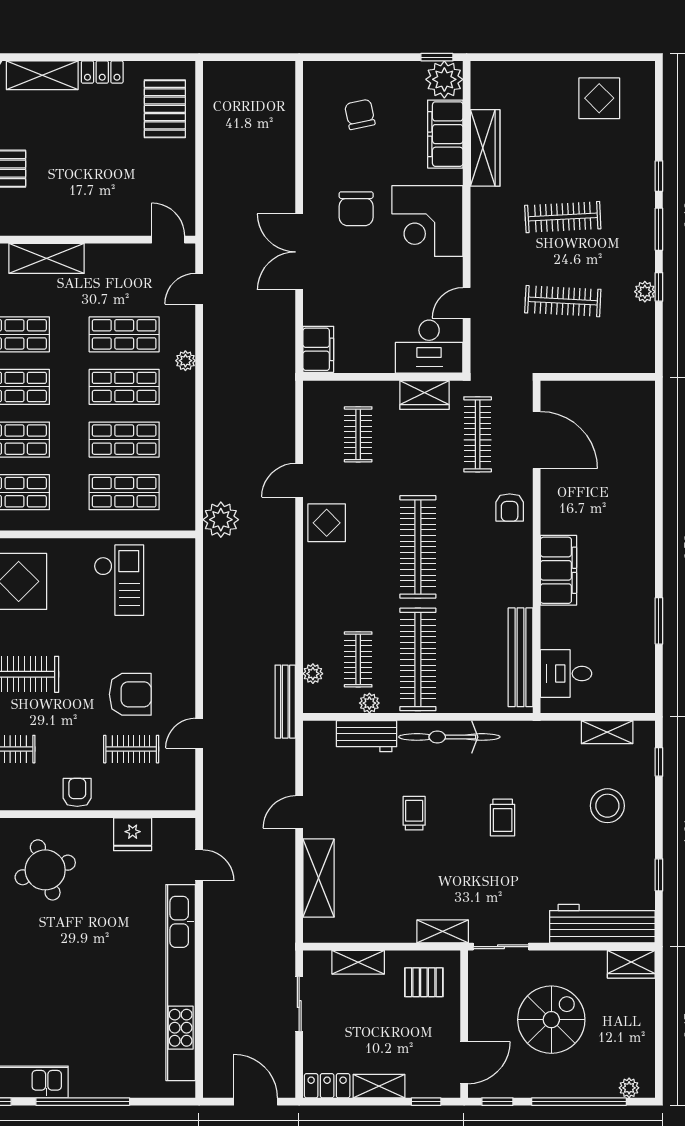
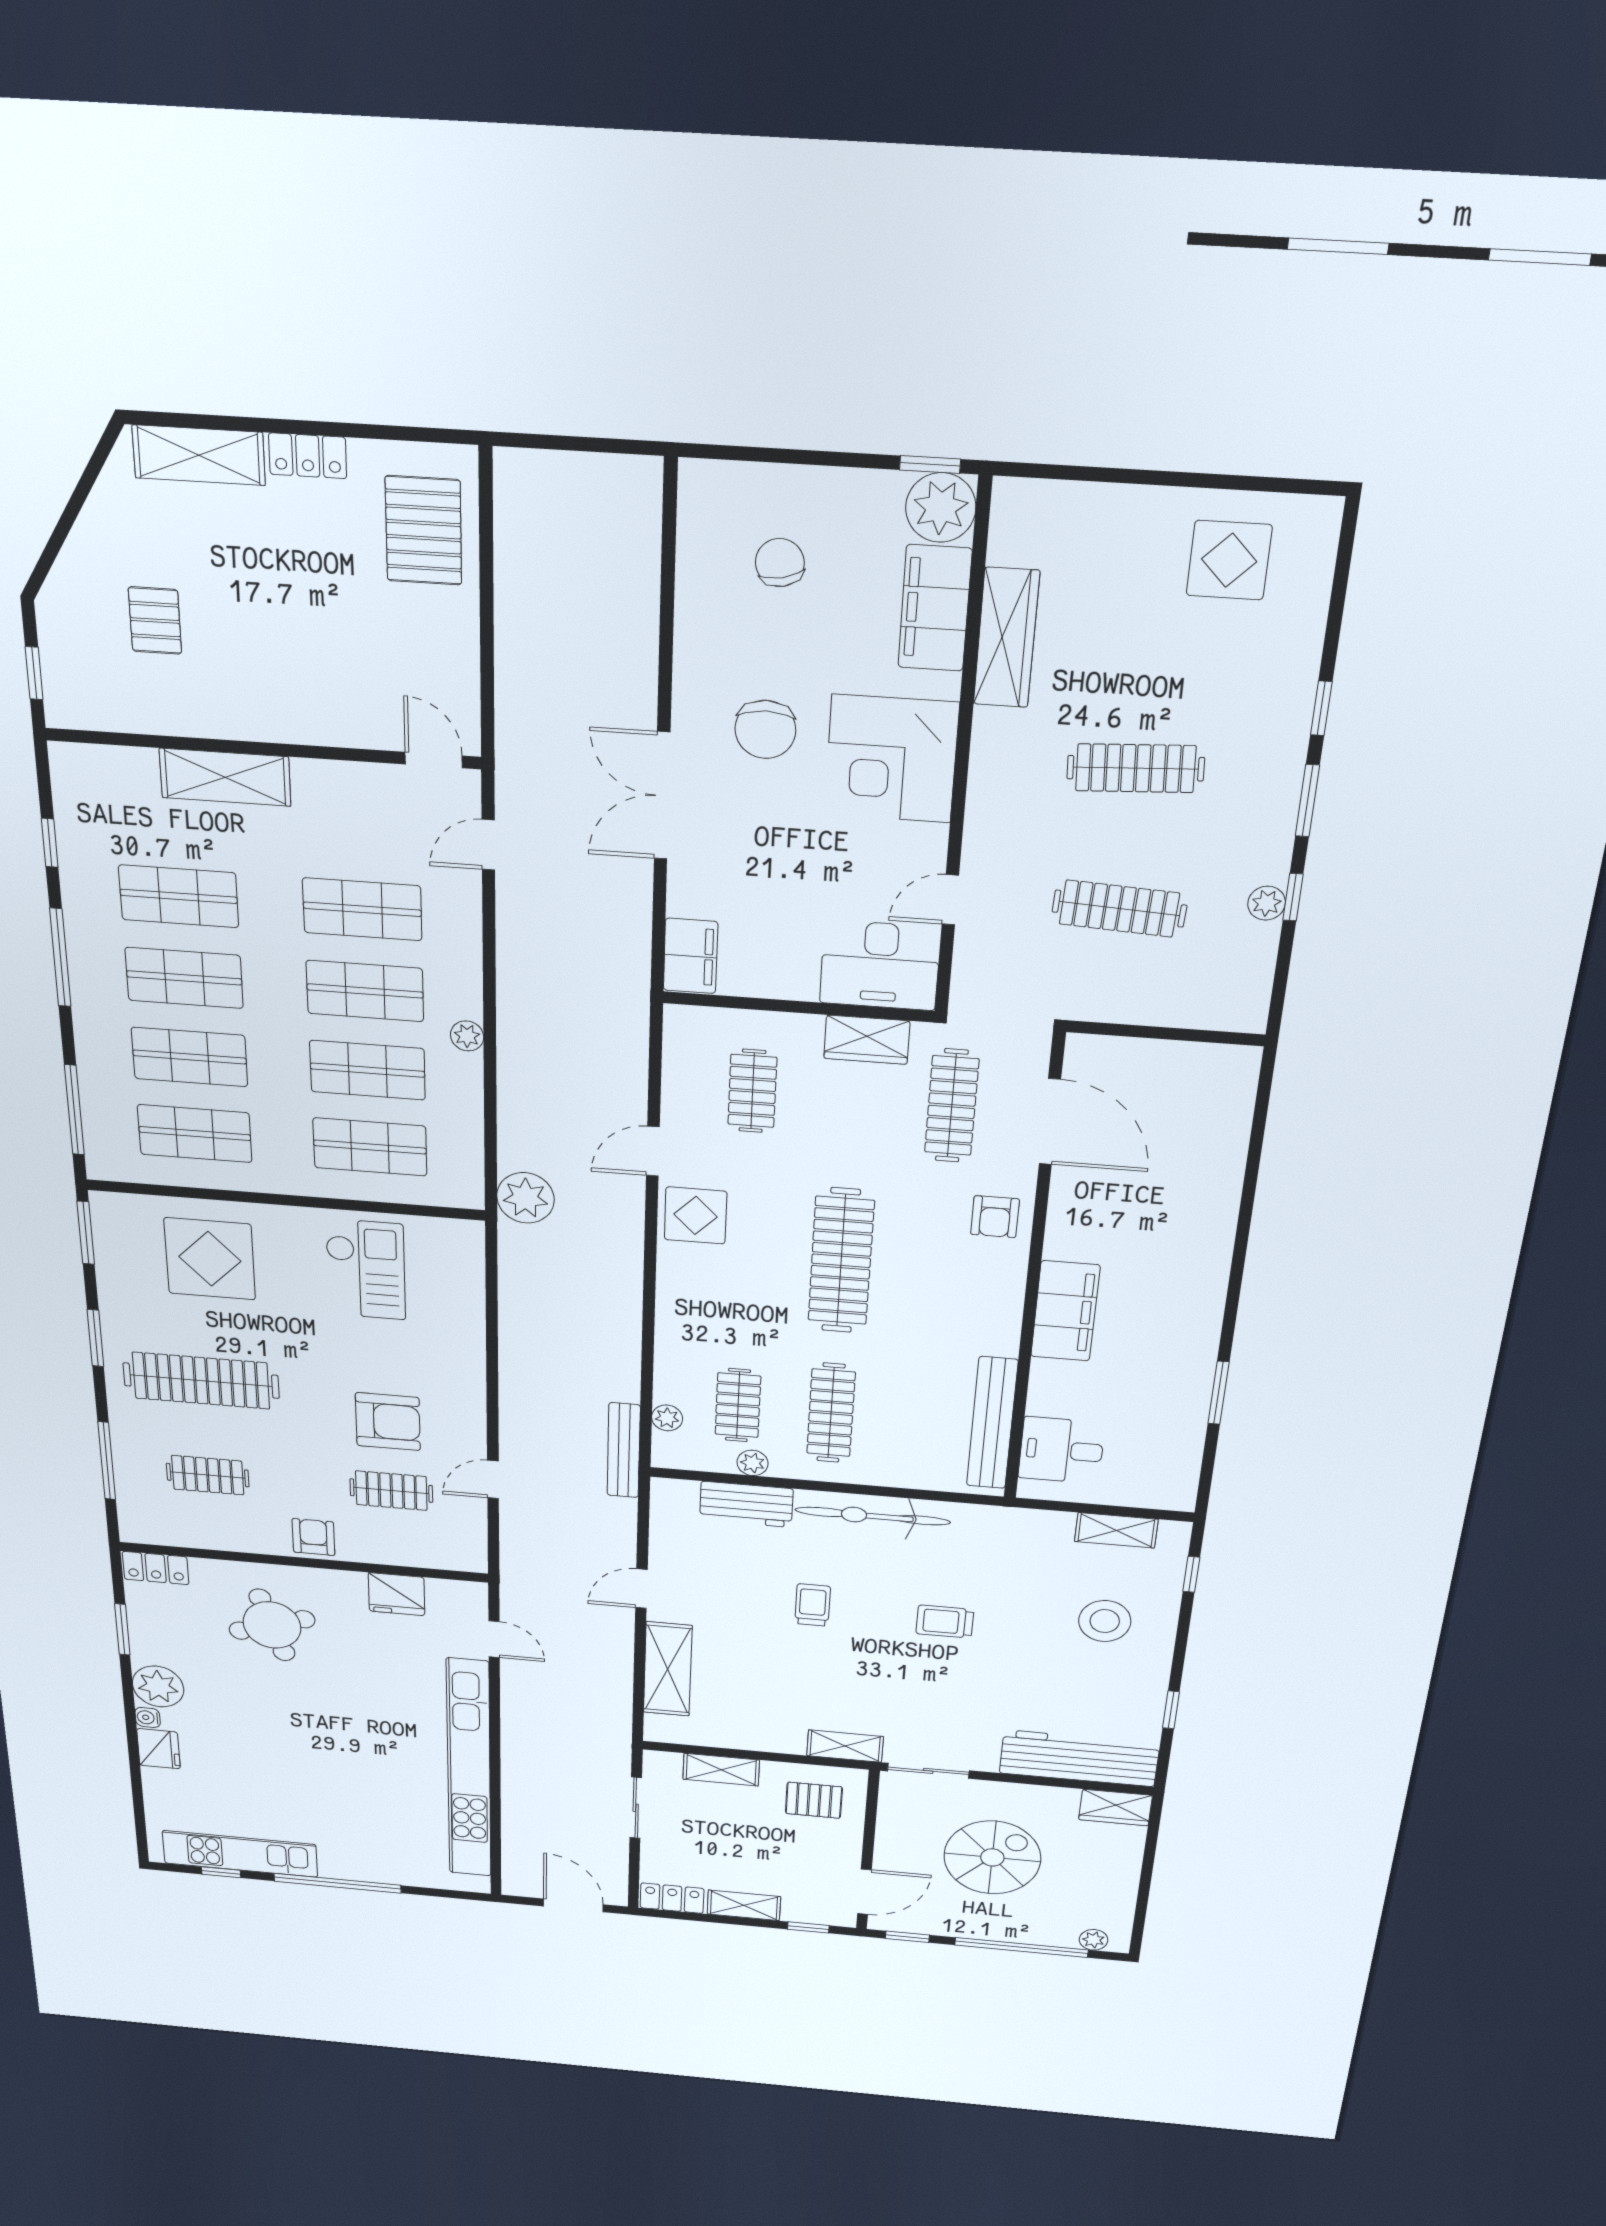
plant: (185, 361) -> (467, 1036), moved
clothes rail: (418, 659) -> (831, 1413), width x0.73, depth x0.76
trolley: (503, 818) -> (945, 1622), turned 90

